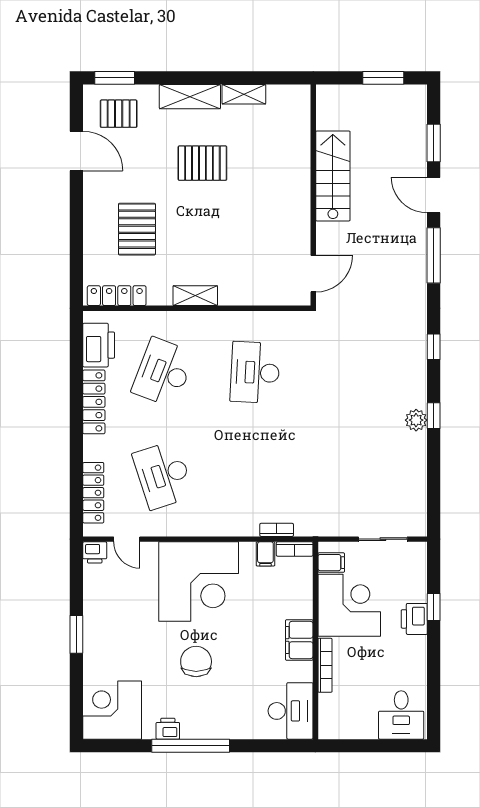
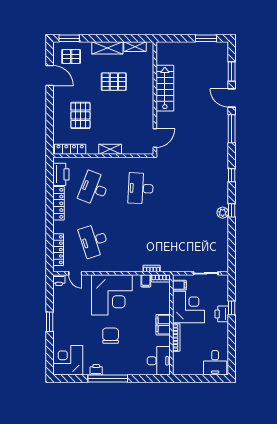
stairs: (333, 176) -> (165, 88), moved
wall: (313, 195) -> (155, 98), moved
door: (313, 274) -> (155, 138), moved

